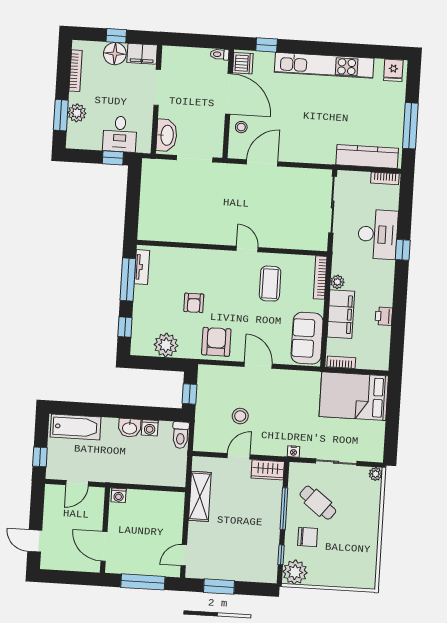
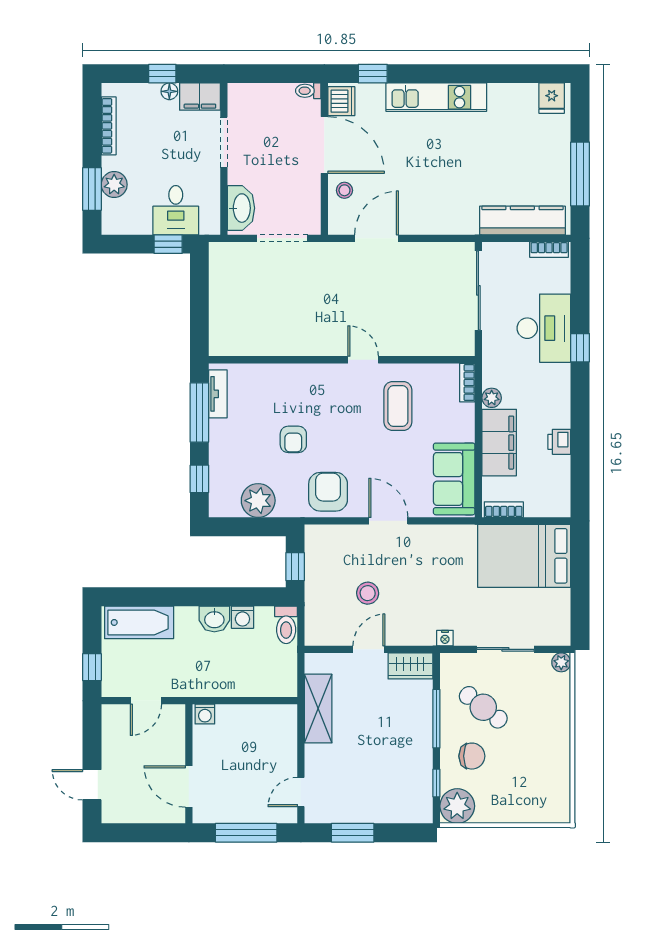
floor lamp: (115, 54) -> (169, 91), width x0.53, depth x0.53
kitchen unit: (324, 65) -> (436, 97), width x0.73
bookcase: (320, 278) -> (467, 383), width x0.64

